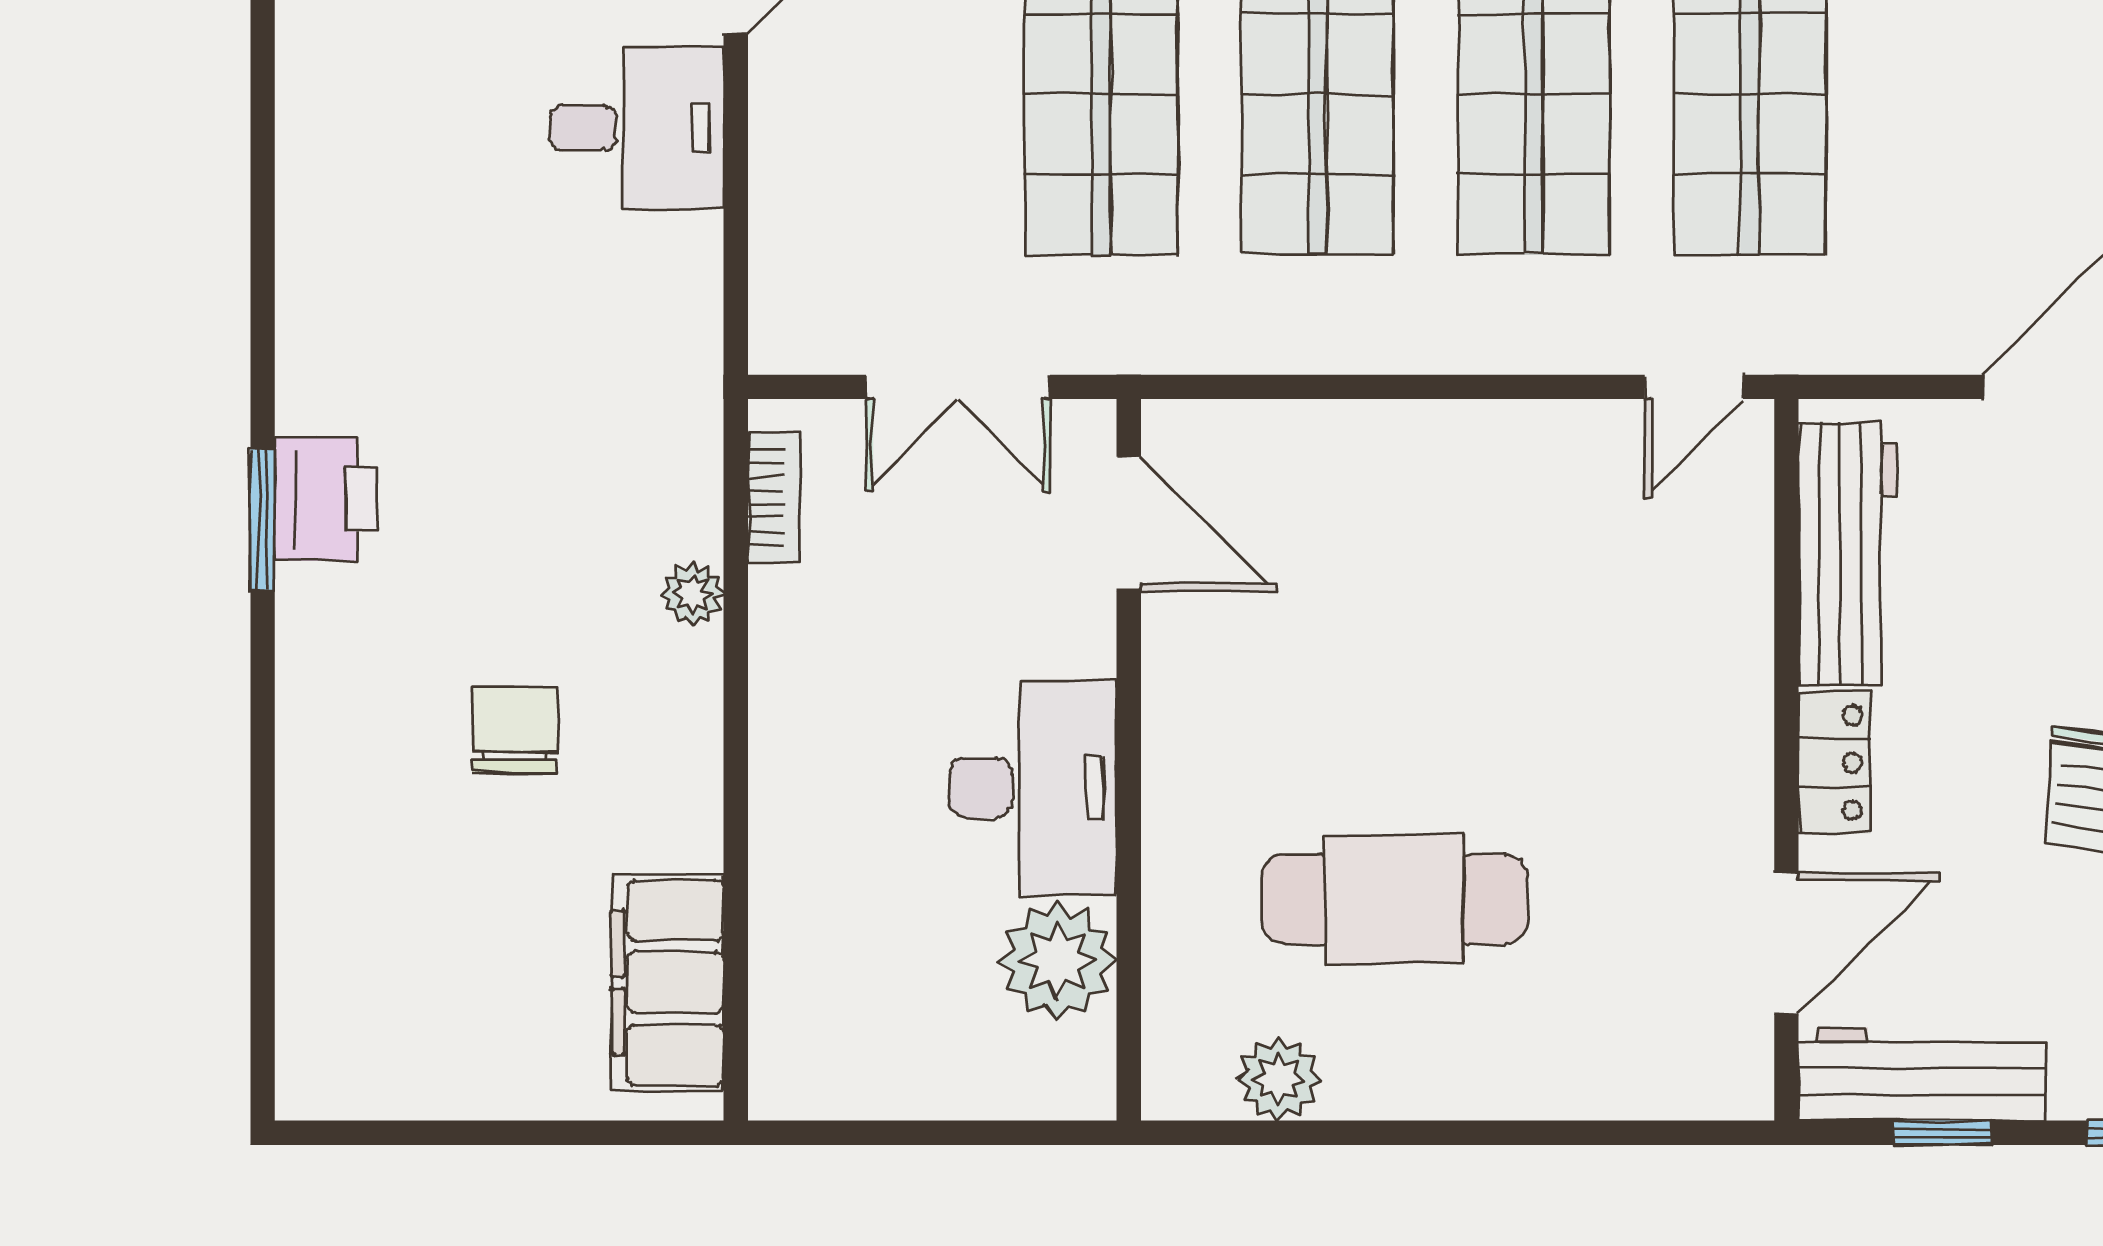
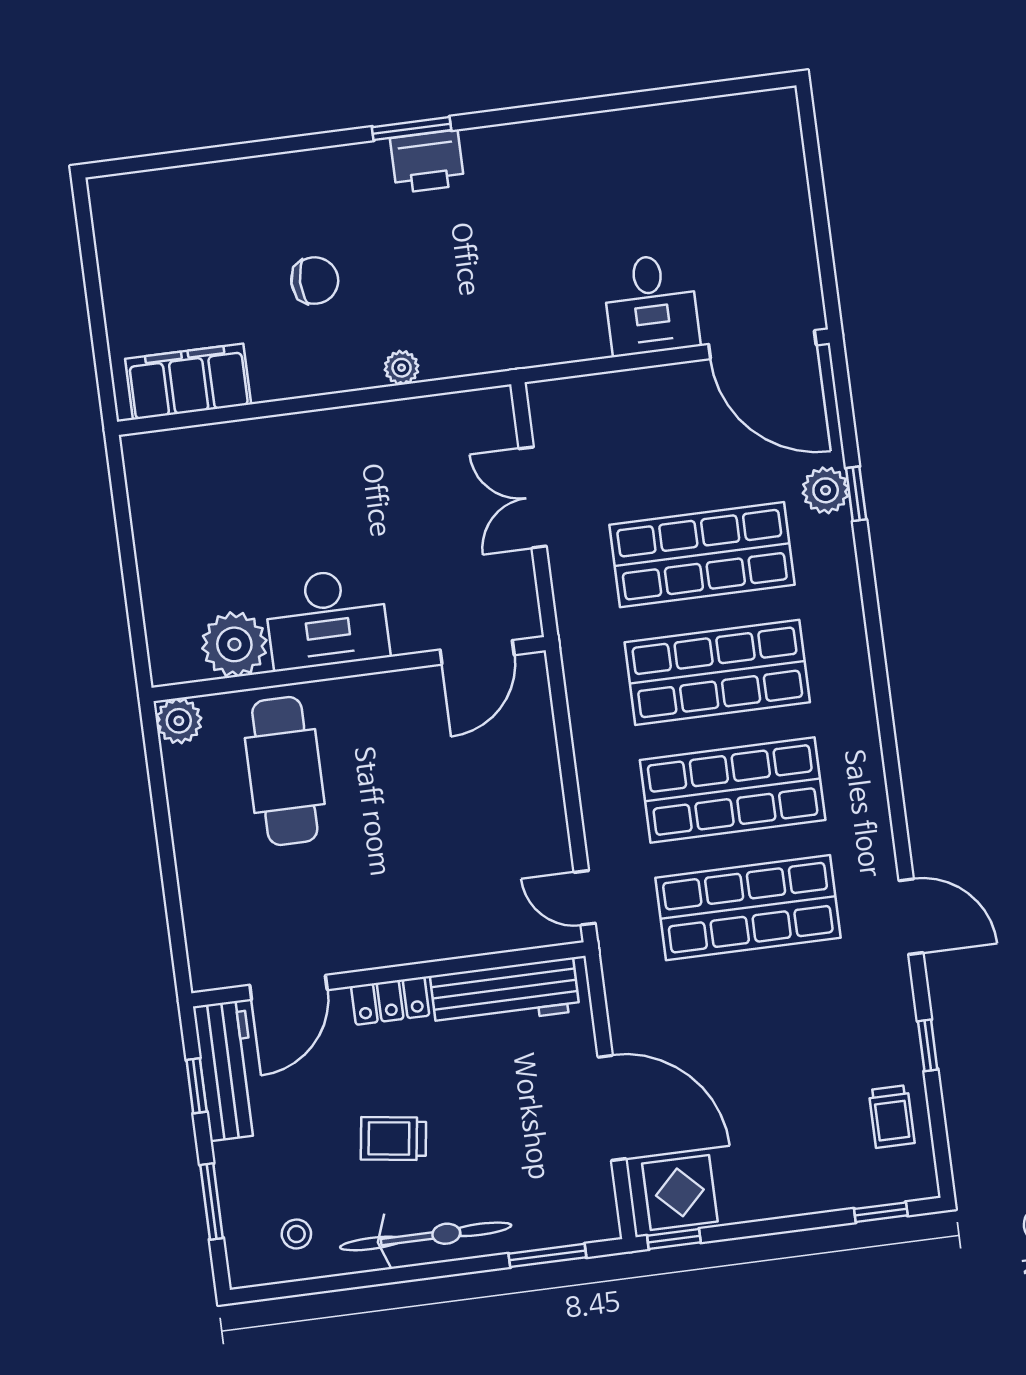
bookcase: (774, 497) -> (460, 405), removed
door: (1129, 524) -> (477, 652), moved
wall: (1129, 760) -> (349, 669), moved
desk: (1033, 788) -> (327, 619), moved
door: (1786, 943) -> (288, 987), hinge flipped
plant: (1057, 961) -> (234, 644), moved

